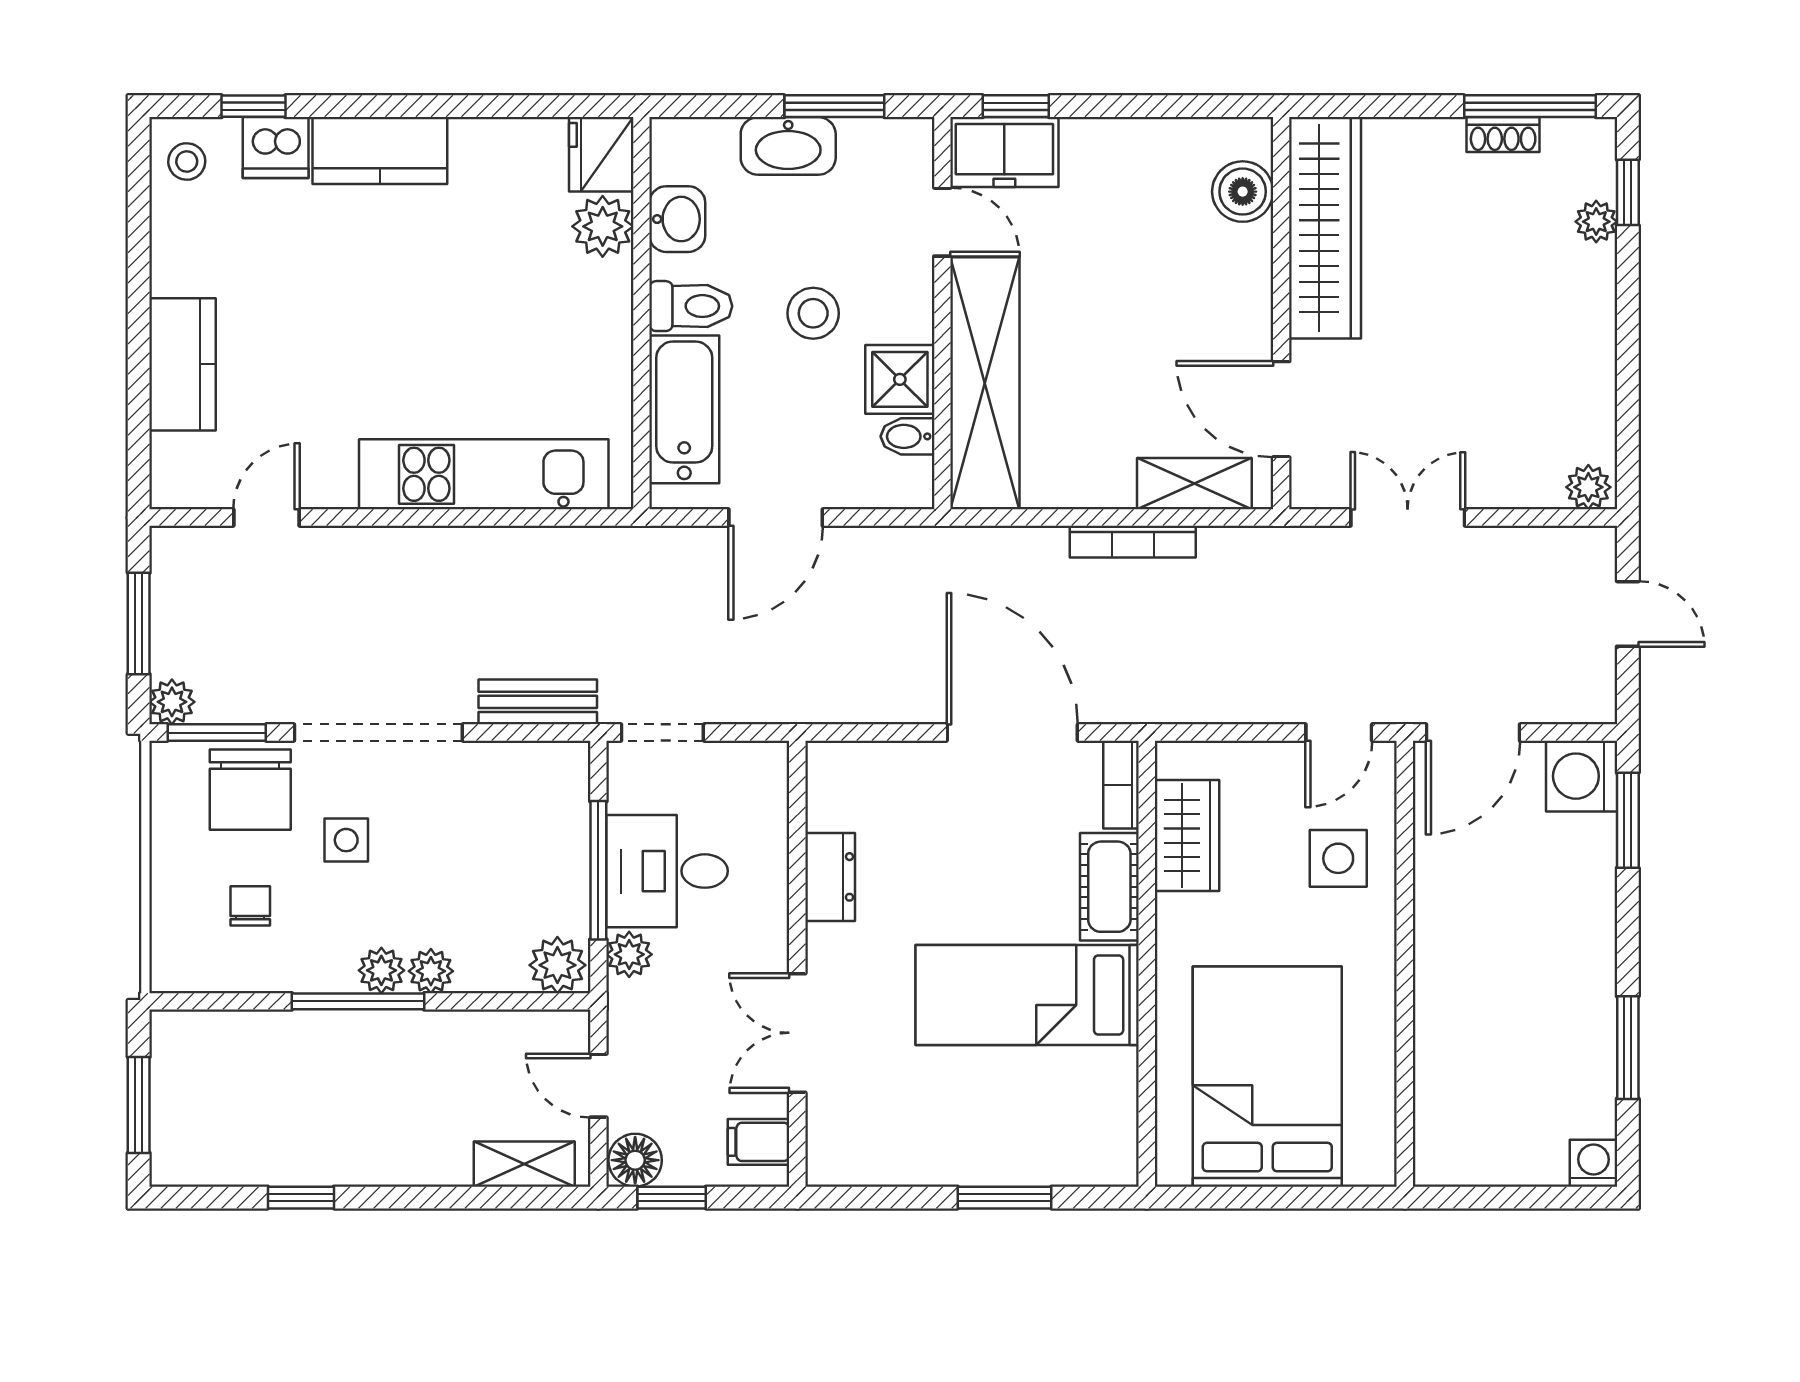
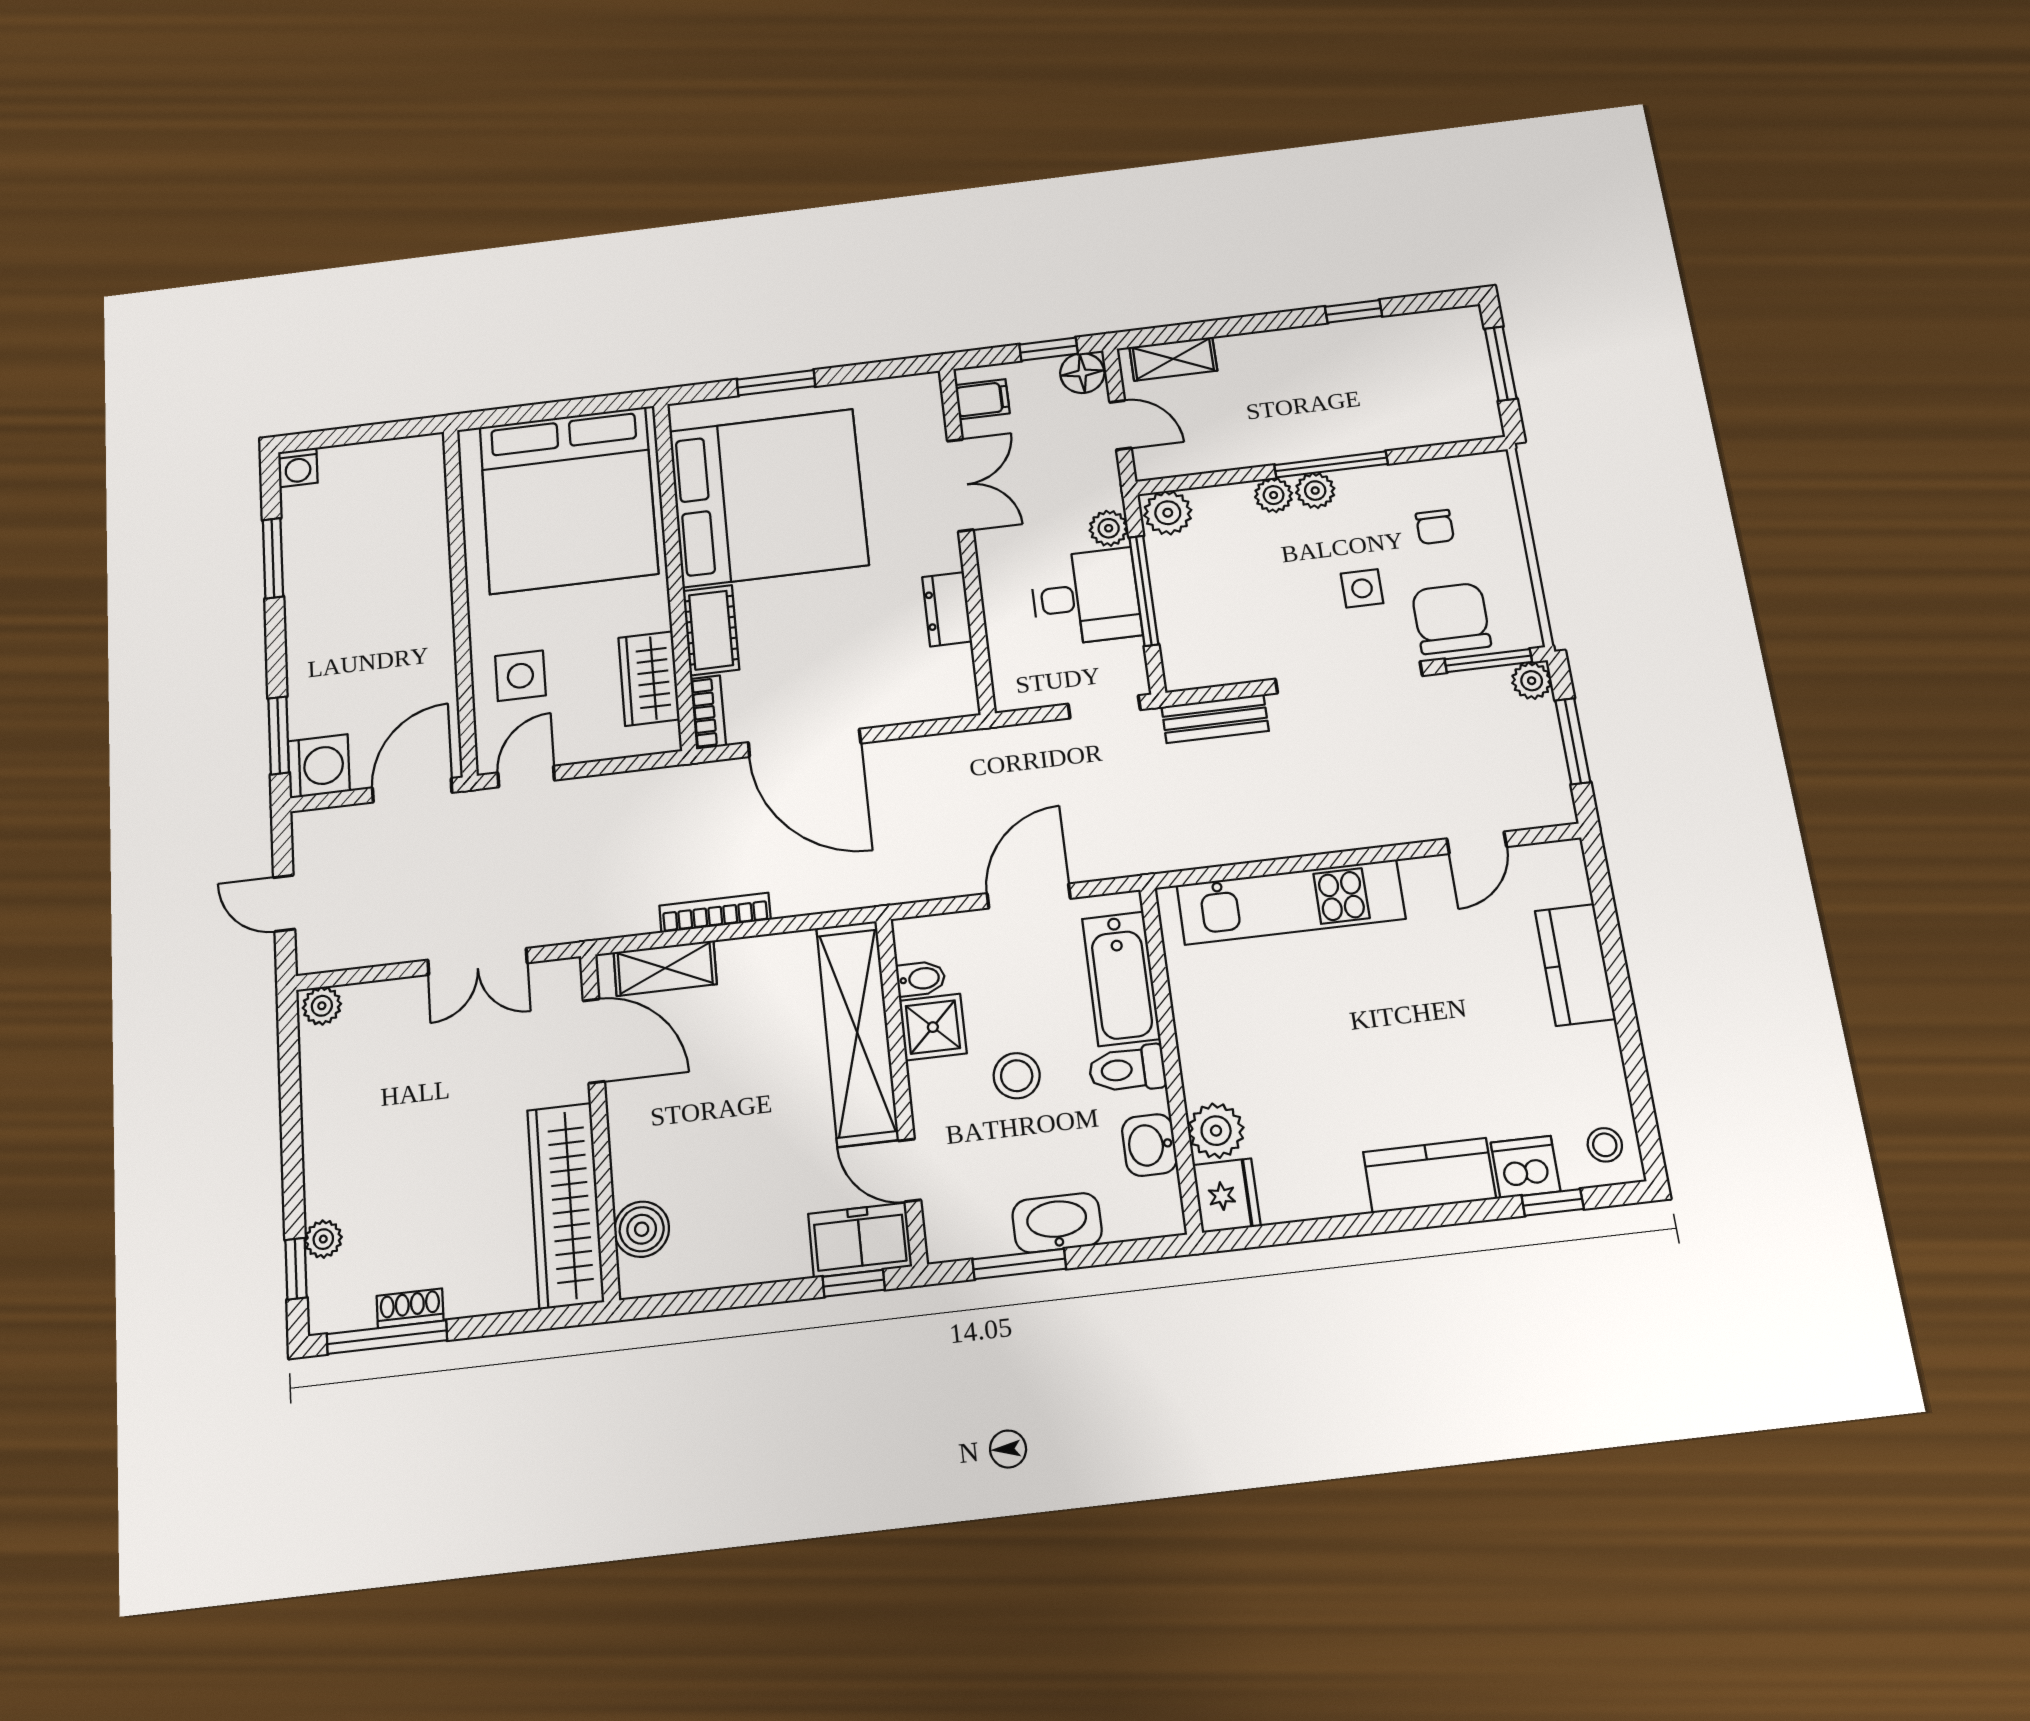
bed: (1027, 995) -> (768, 498), width x2.04
bed: (1267, 1077) -> (568, 500), width x1.36

